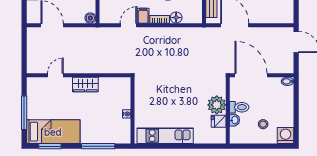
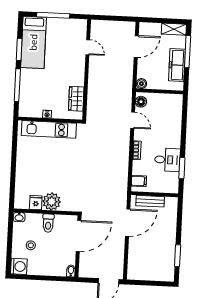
filing cabinet: (143, 16) -> (139, 181), moved
floor lamp: (176, 18) -> (141, 102), moved
wardrobe: (85, 85) -> (76, 99), moved
washbasin: (235, 120) -> (19, 217), moved
kitchen unit: (165, 136) -> (49, 129), moved, turned 90
window: (50, 146) -> (19, 49), moved

